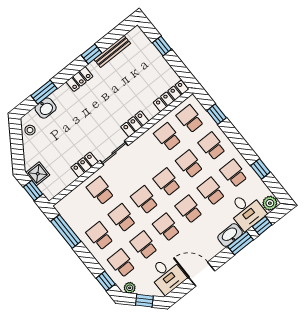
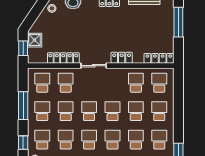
window: (162, 46) -> (178, 22), width x2.17
window: (217, 114) -> (178, 93), removed
locker: (84, 165) -> (63, 58), width x1.53
school desk: (78, 209) -> (42, 83), added
window: (66, 231) -> (23, 106), moved

